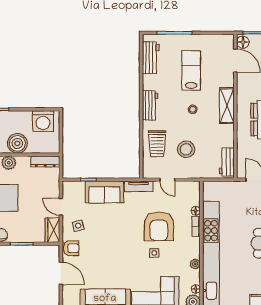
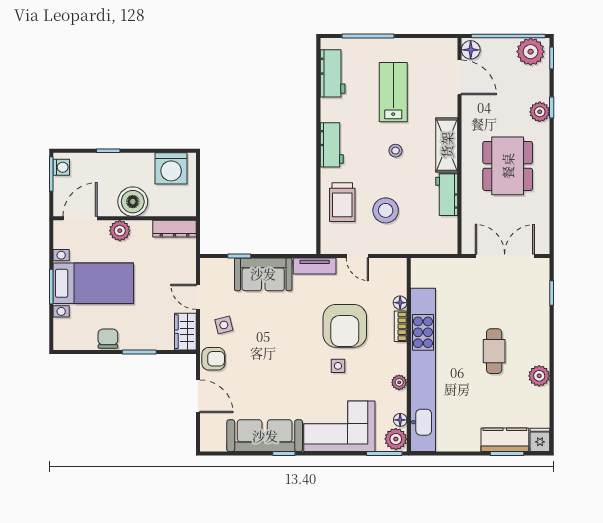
workbench: (227, 162) -> (447, 195), moved

